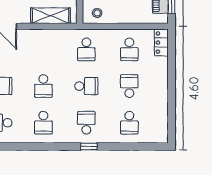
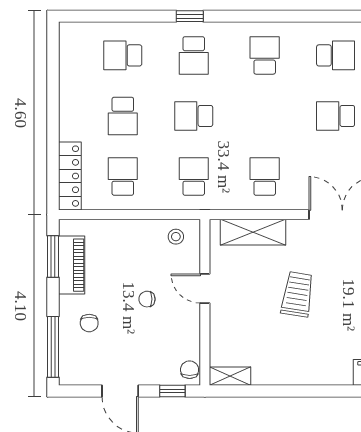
locker: (161, 43) -> (70, 176), width x1.53
school desk: (43, 86) -> (265, 177), moved
school desk: (129, 123) -> (123, 55), turned -90

